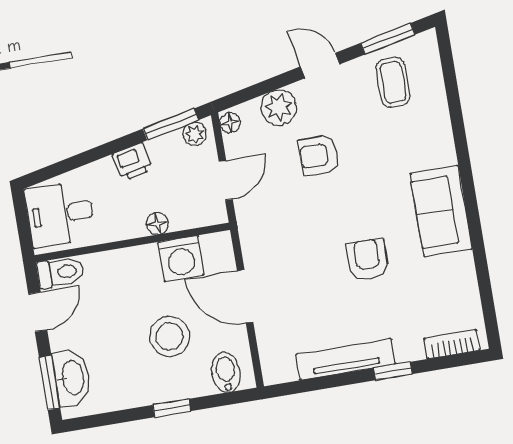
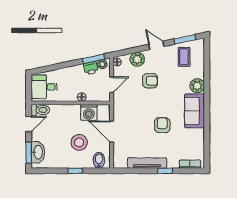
plant: (437, 148) -> (197, 86), added
armchair: (319, 155) -> (150, 81), turned 180
printer: (133, 162) -> (91, 68), moved

